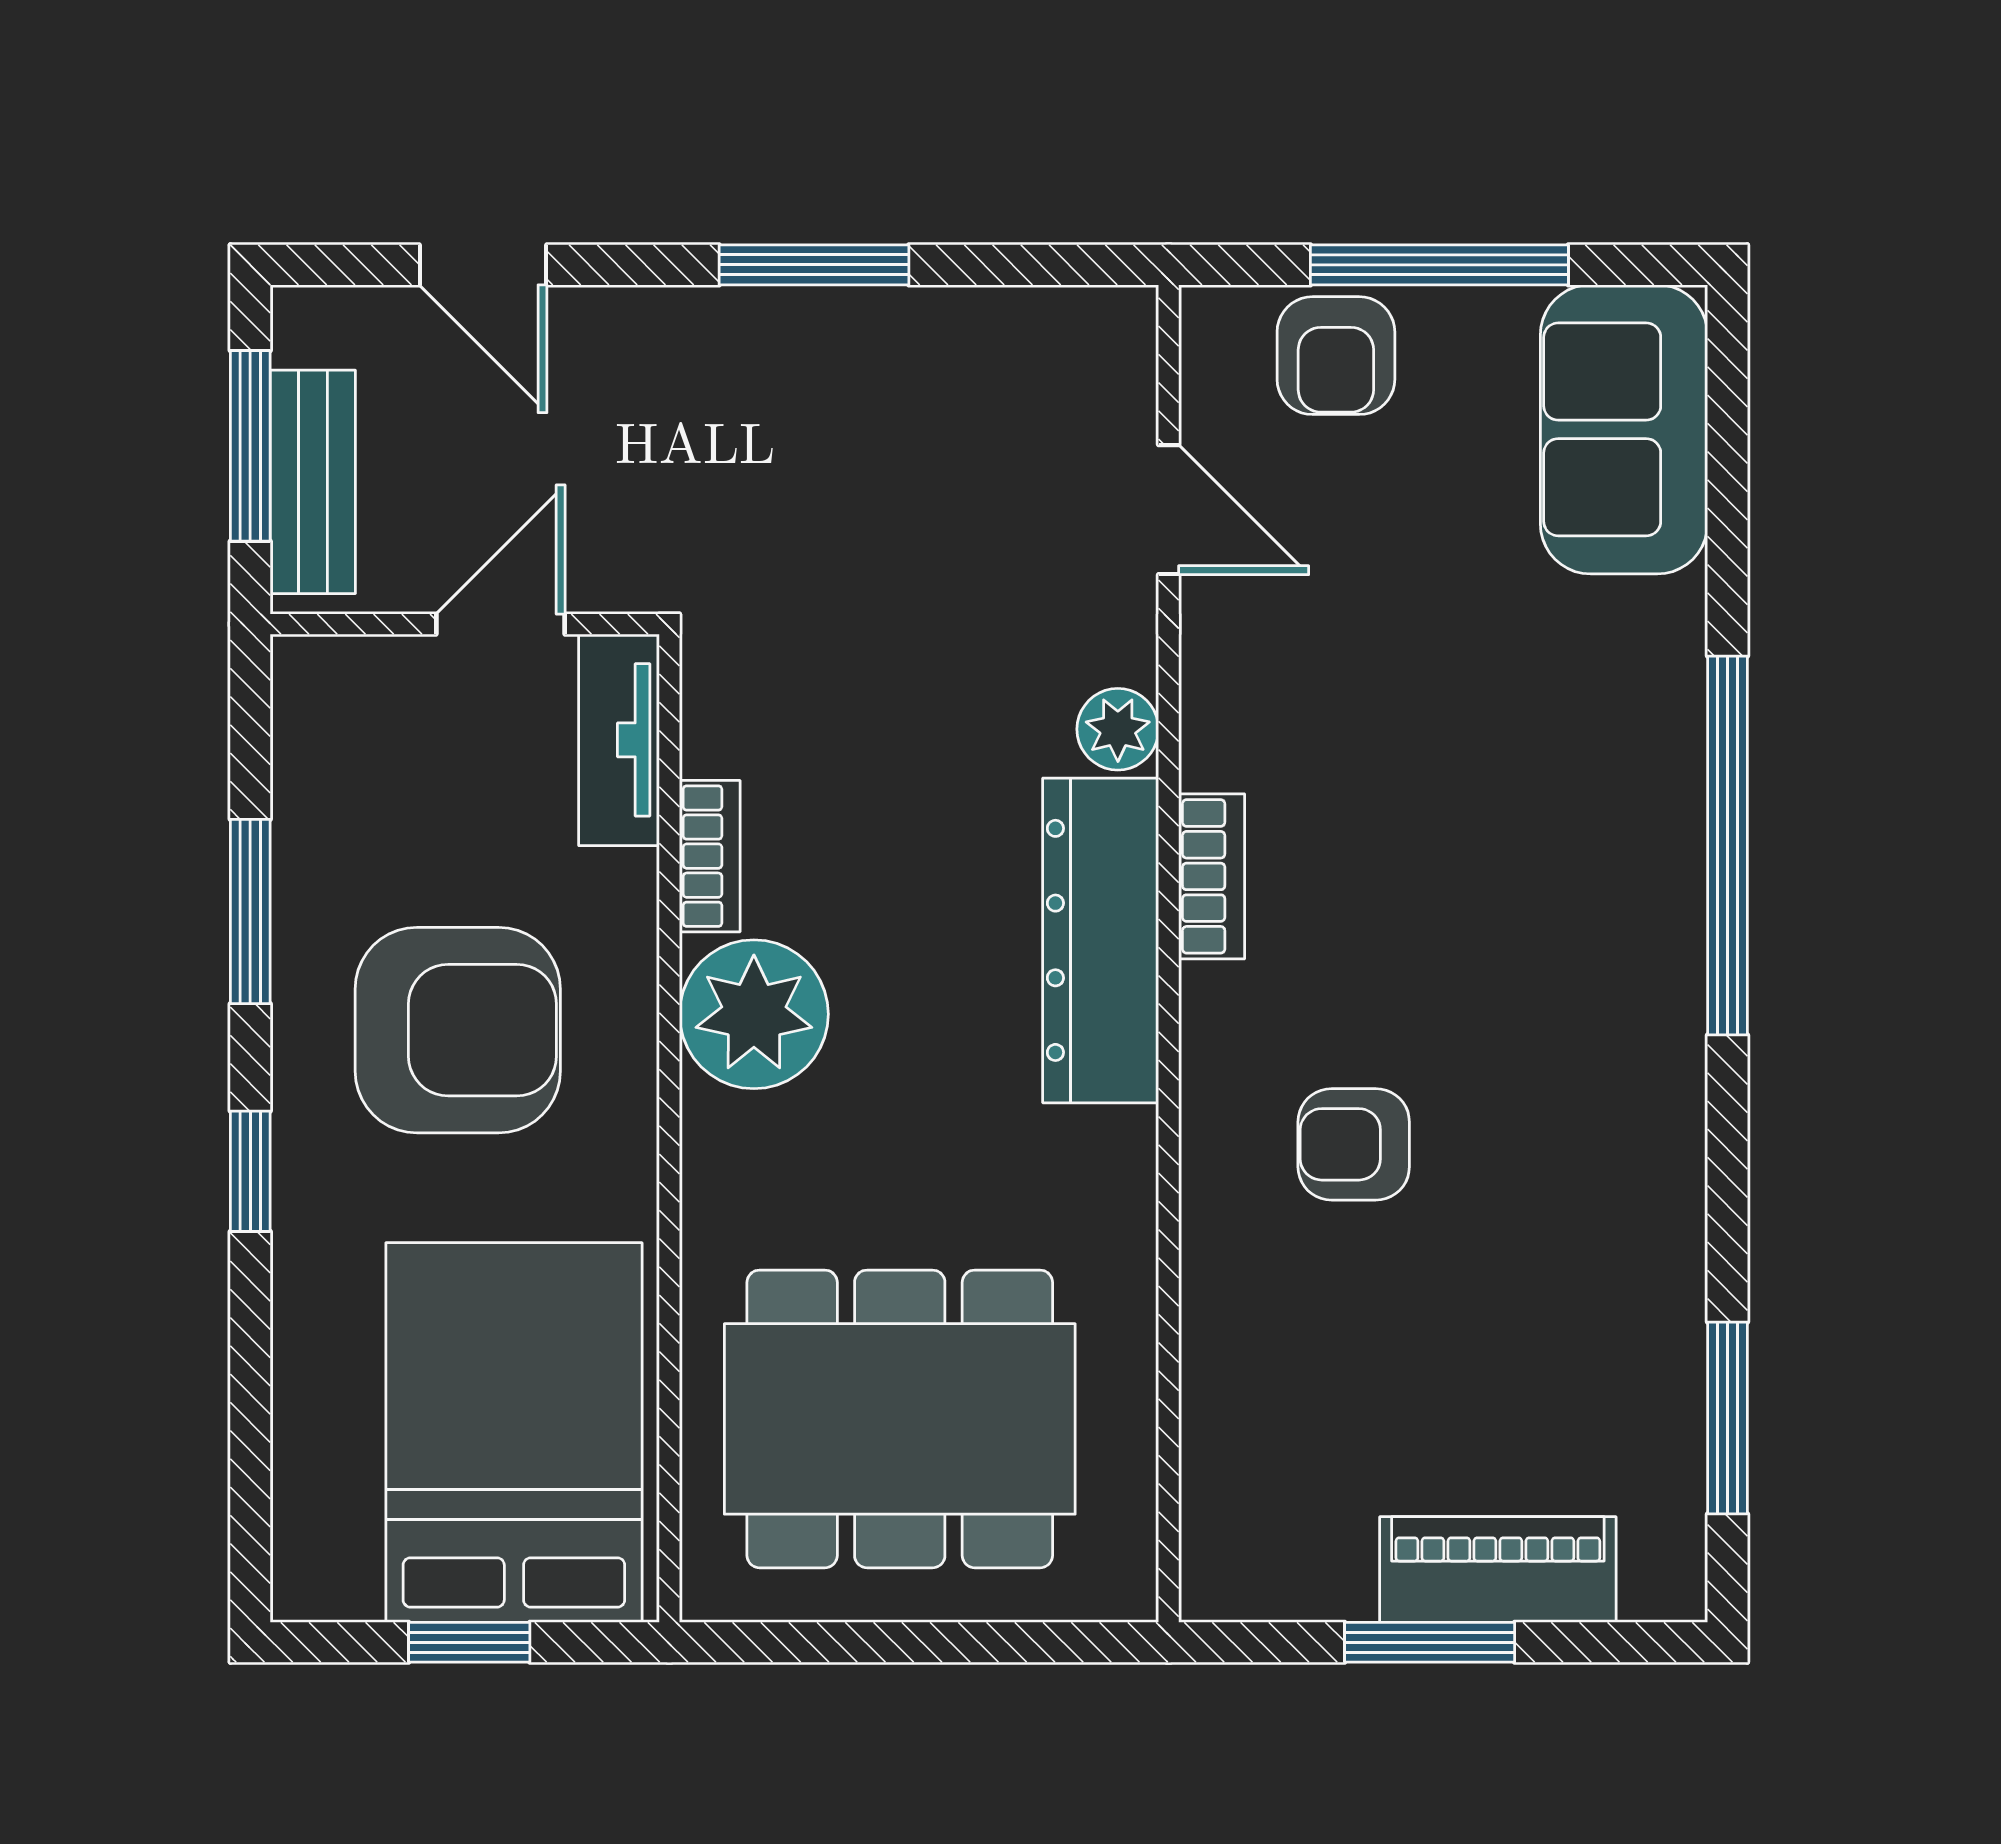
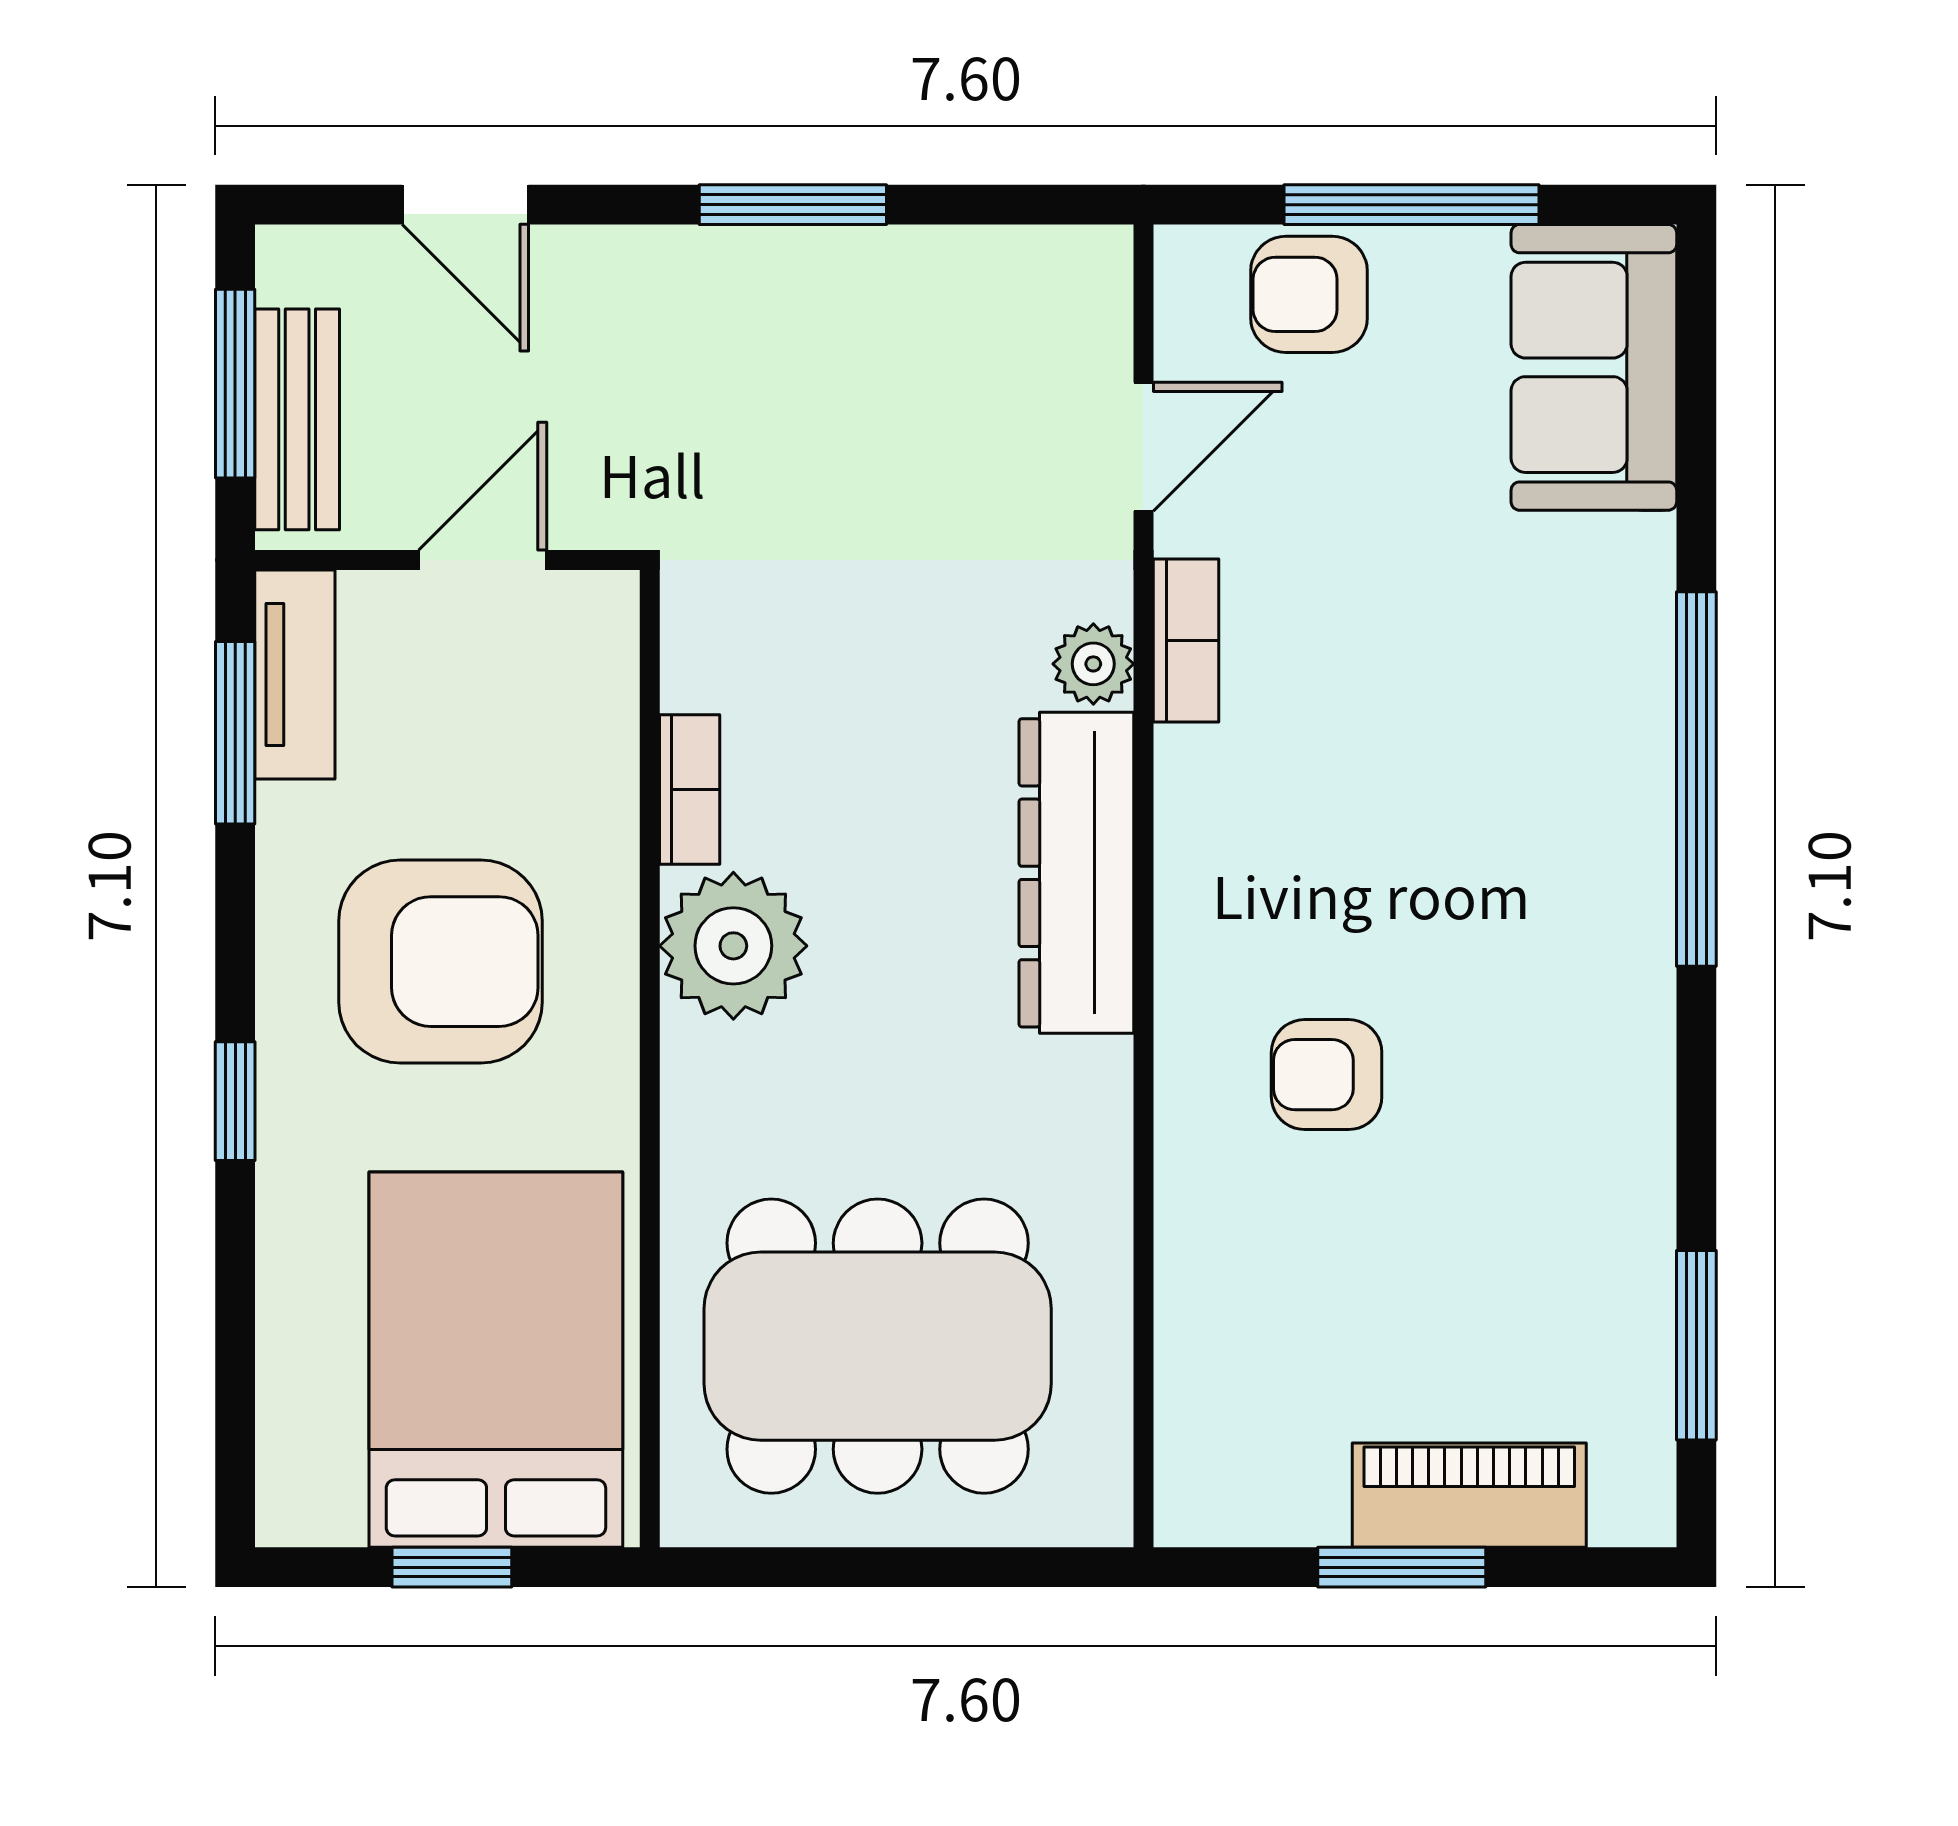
armchair: (1336, 356) -> (1309, 294), turned 90
door: (1169, 510) -> (1143, 447), hinge flipped
tv unit: (619, 740) -> (295, 674), moved, turned 180
bookcase: (1212, 876) -> (1186, 640), moved
window: (250, 911) -> (235, 733), moved

